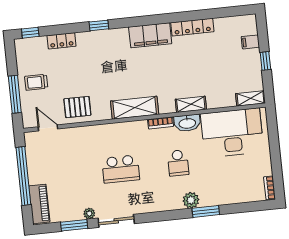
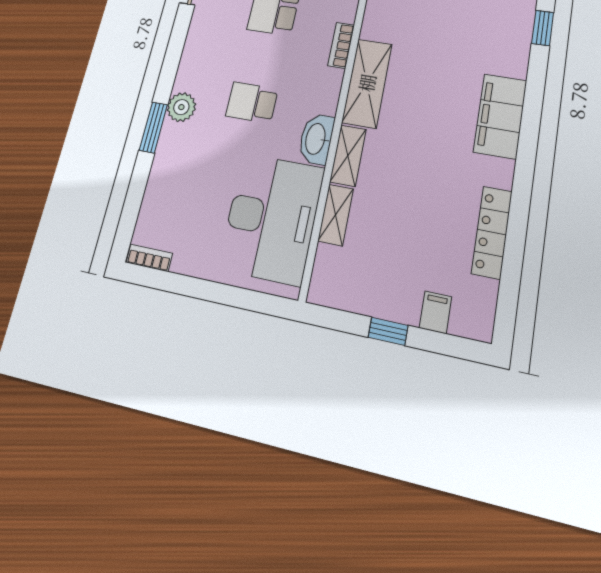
locker: (192, 27) -> (492, 232), moved
shelving: (251, 98) -> (336, 215), moved
shelving: (135, 108) -> (367, 83), moved
bookcase: (161, 123) -> (341, 45), moved

